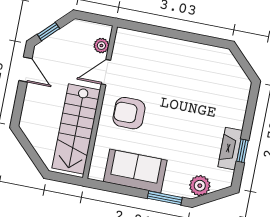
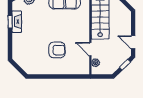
door: (106, 72) -> (90, 49), swing flipped
armchair: (129, 113) -> (57, 50), moved

